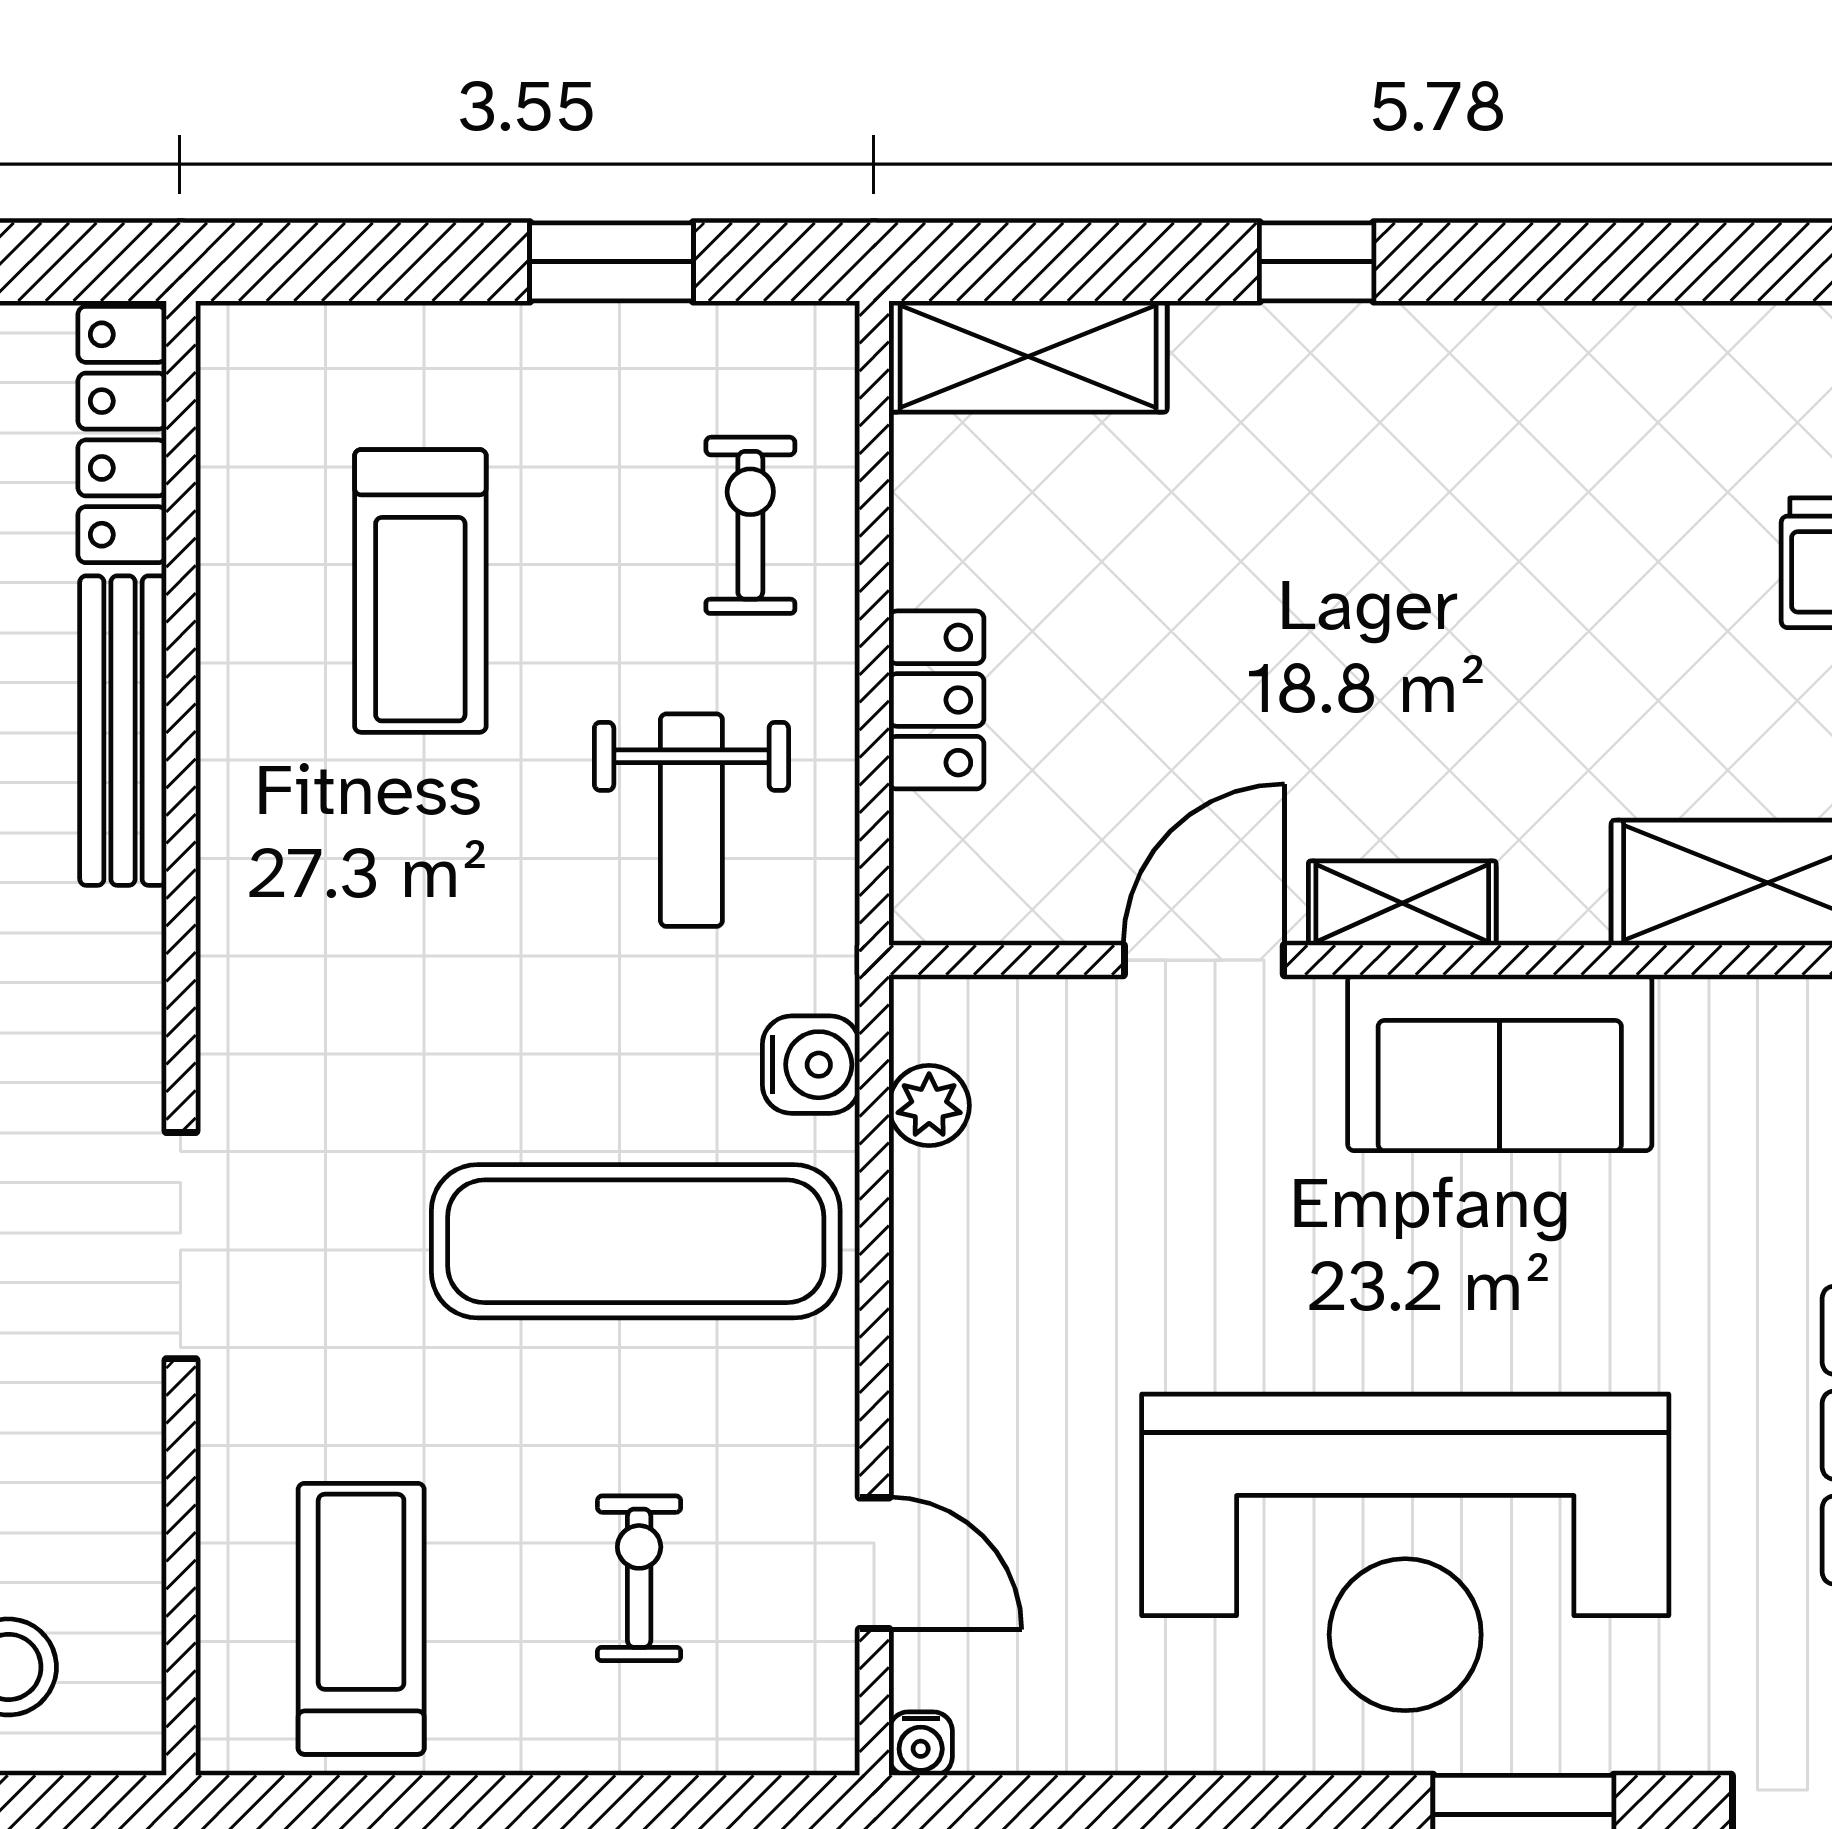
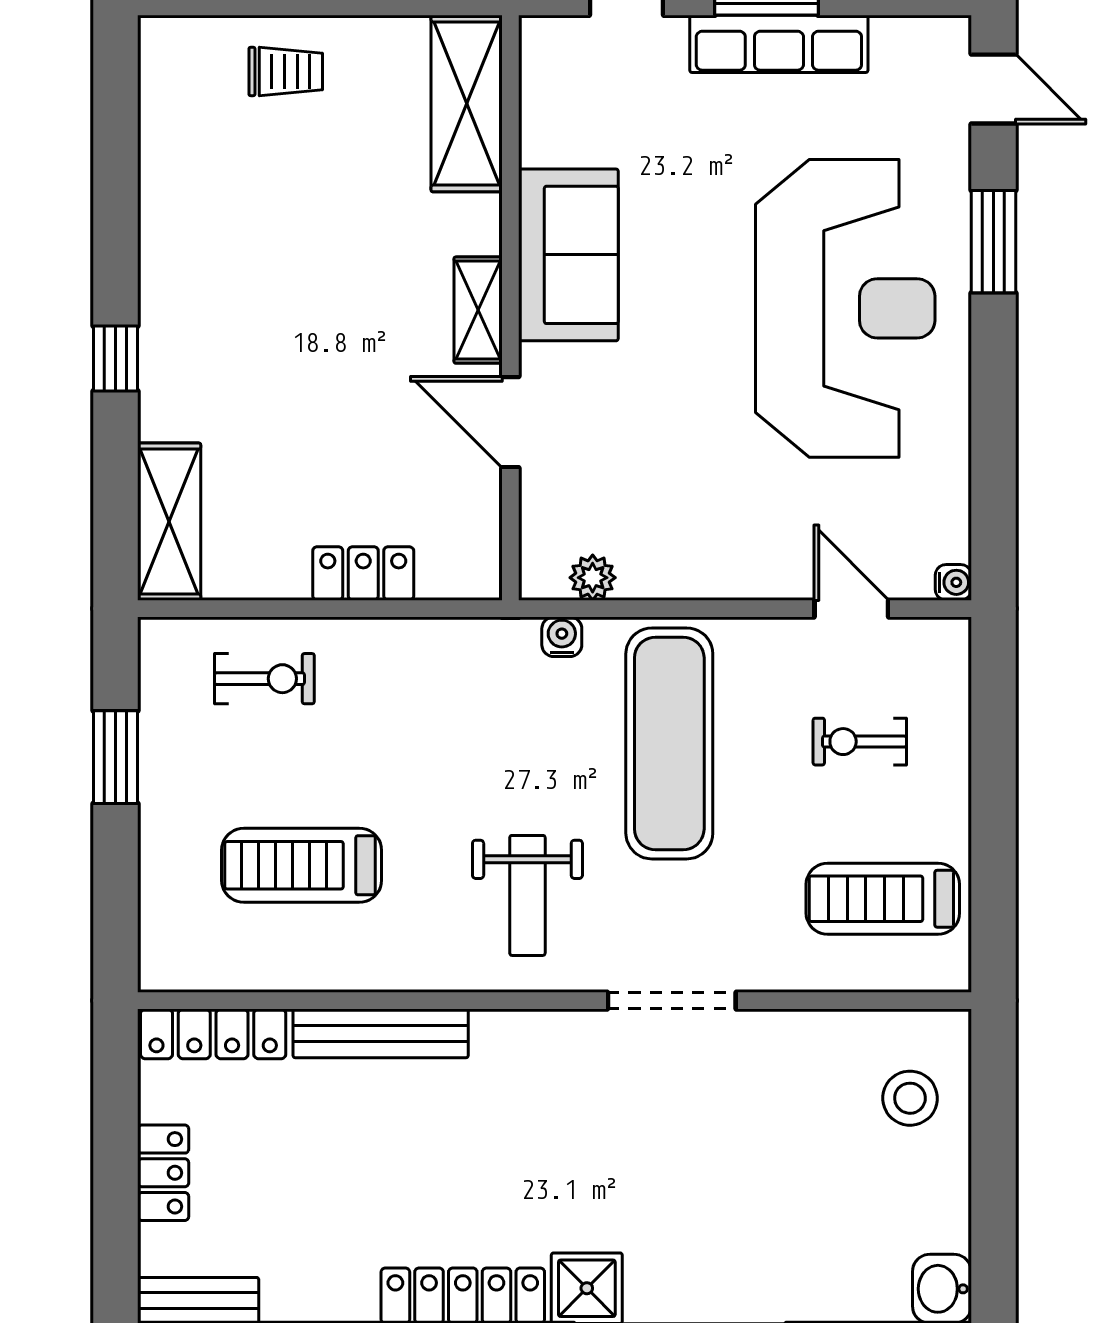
exercise bike: (750, 525) -> (264, 679), turned 180
treadmill: (420, 591) -> (302, 865), turned 180
weight bench: (691, 820) -> (527, 895), moved, turned 90
water cooler: (811, 1065) -> (562, 637), width x0.72, depth x0.72
door: (874, 1563) -> (851, 609), hinge flipped

